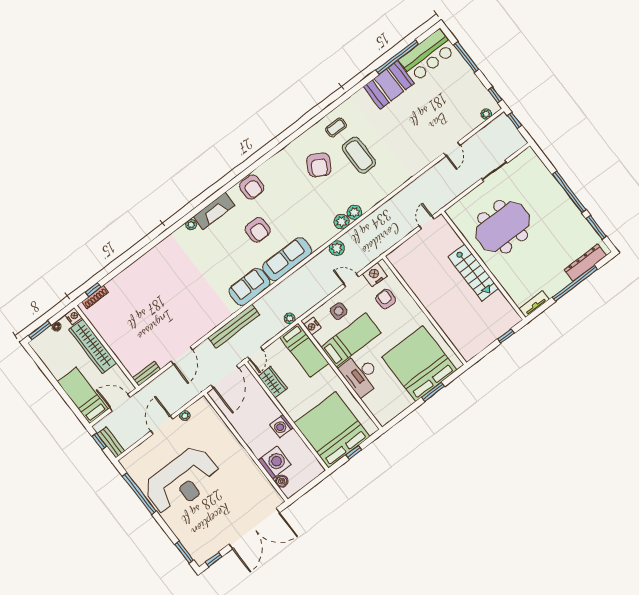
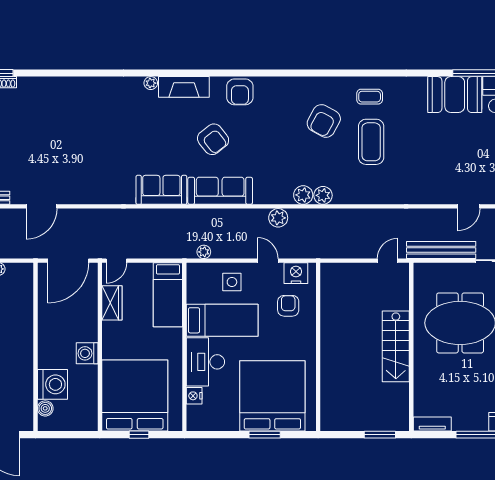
armchair: (258, 230) -> (213, 139), turned -38
plant: (290, 318) -> (204, 252), moved
bench: (234, 326) -> (441, 250), moved
nightstand: (312, 326) -> (194, 396), moved
window: (506, 336) -> (380, 435), width x1.50

